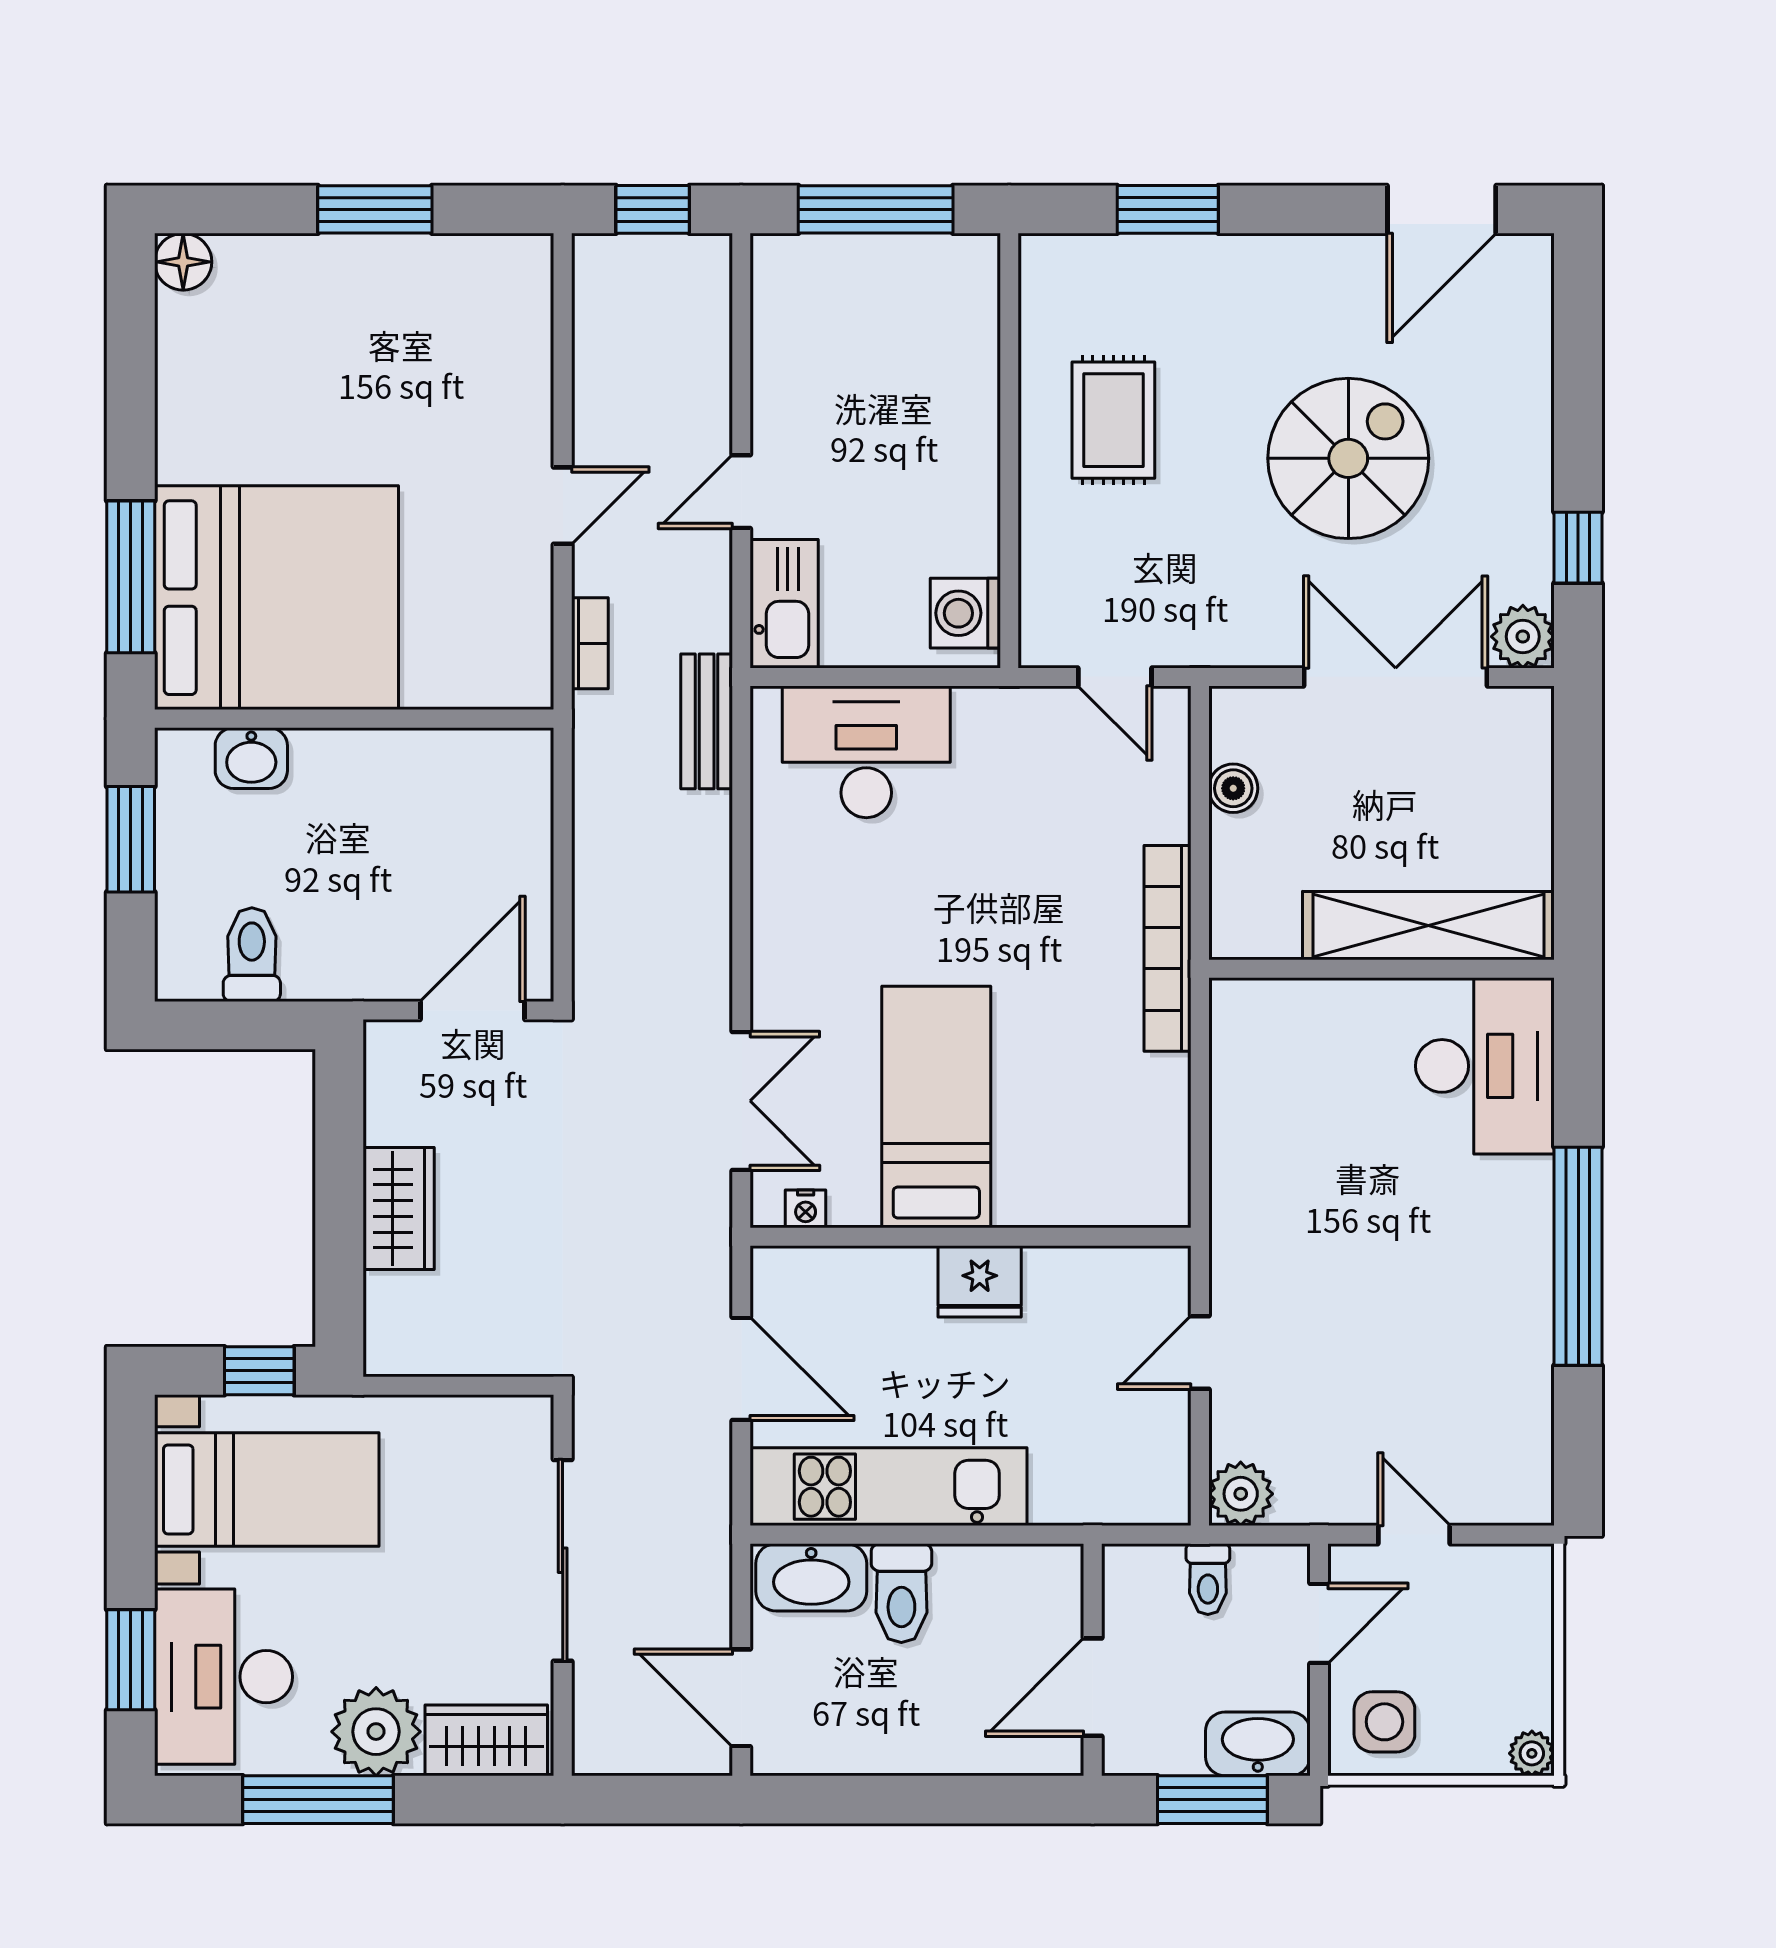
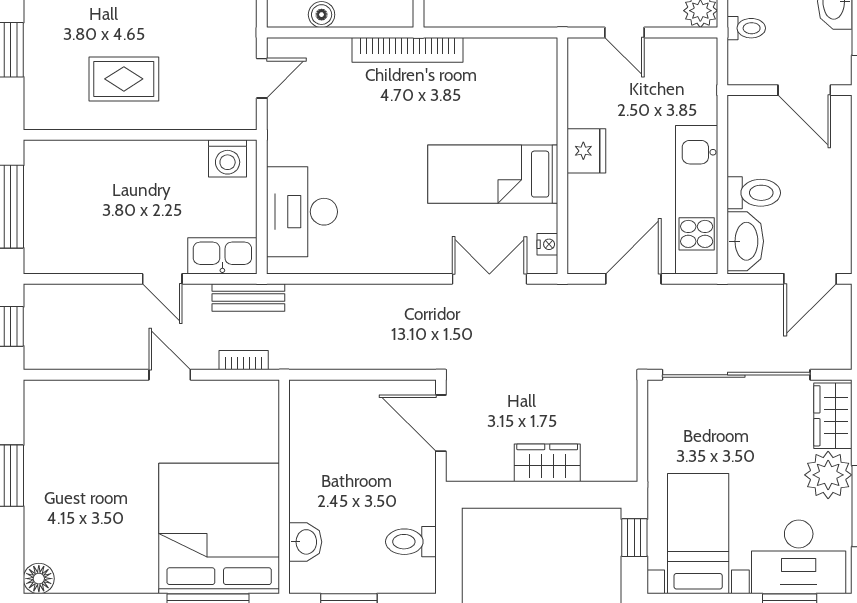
bench: (707, 721) -> (248, 297), moved
sliding door: (563, 1560) -> (736, 375), width x1.36

